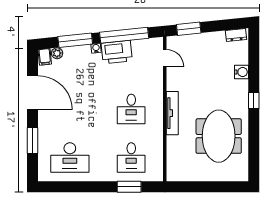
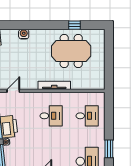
window: (254, 100) -> (75, 25), moved
window: (129, 187) -> (109, 149), moved

